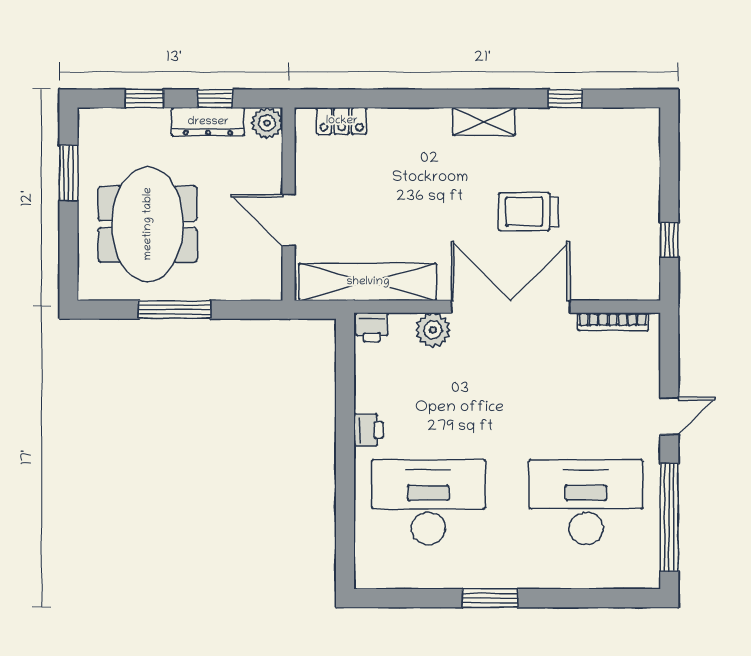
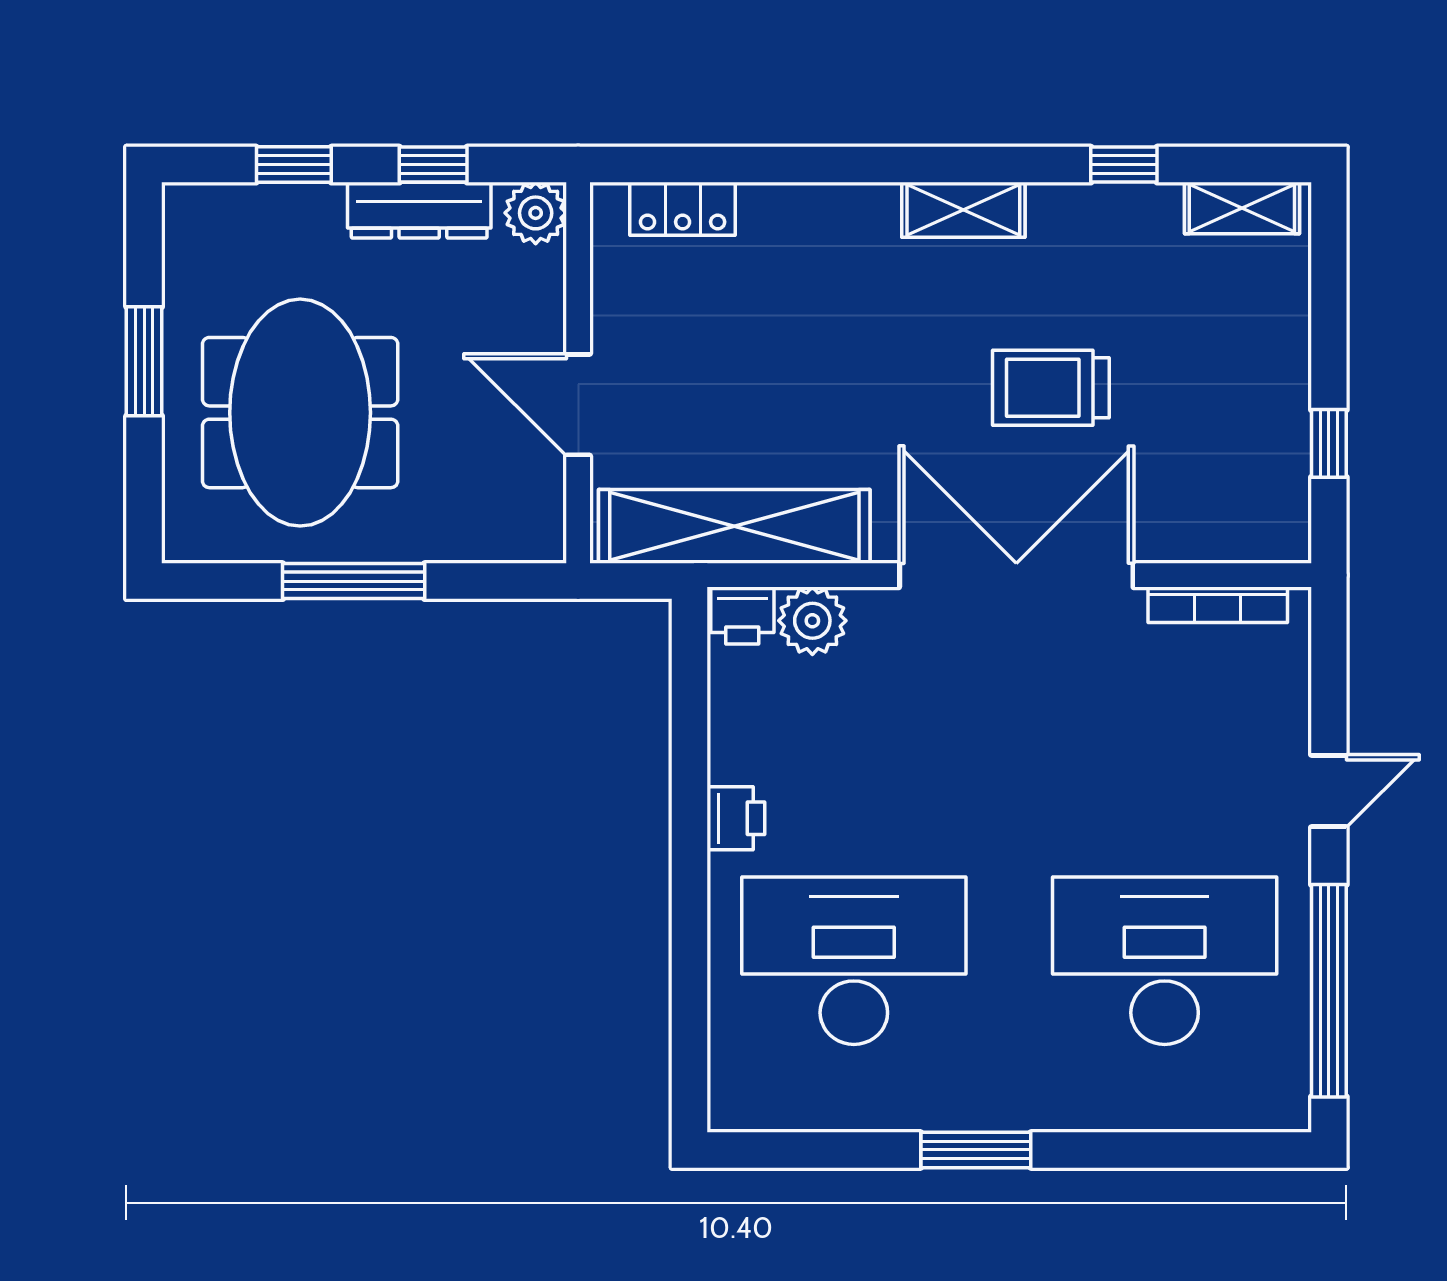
shelving: (625, 121) -> (1242, 208), added
window: (68, 173) -> (144, 361), moved
plant: (433, 330) -> (812, 621), moved

